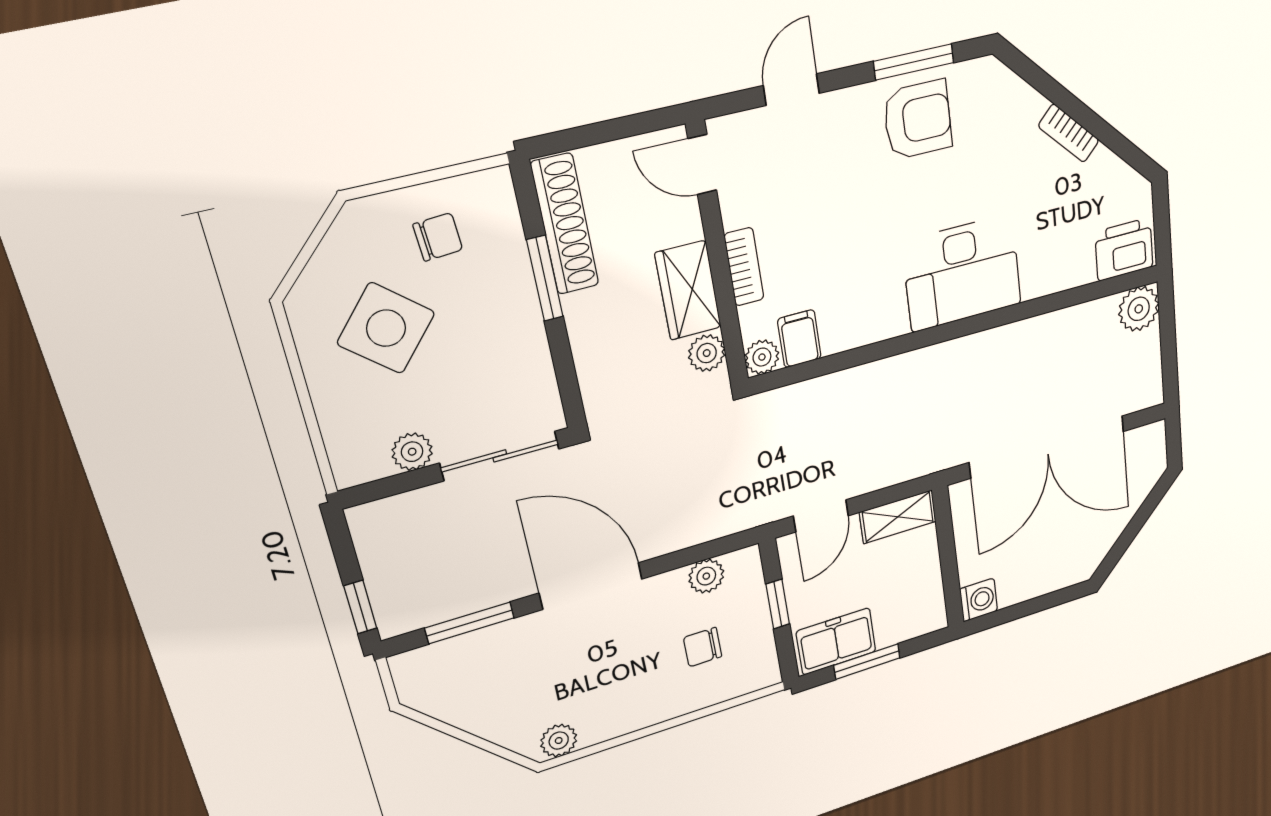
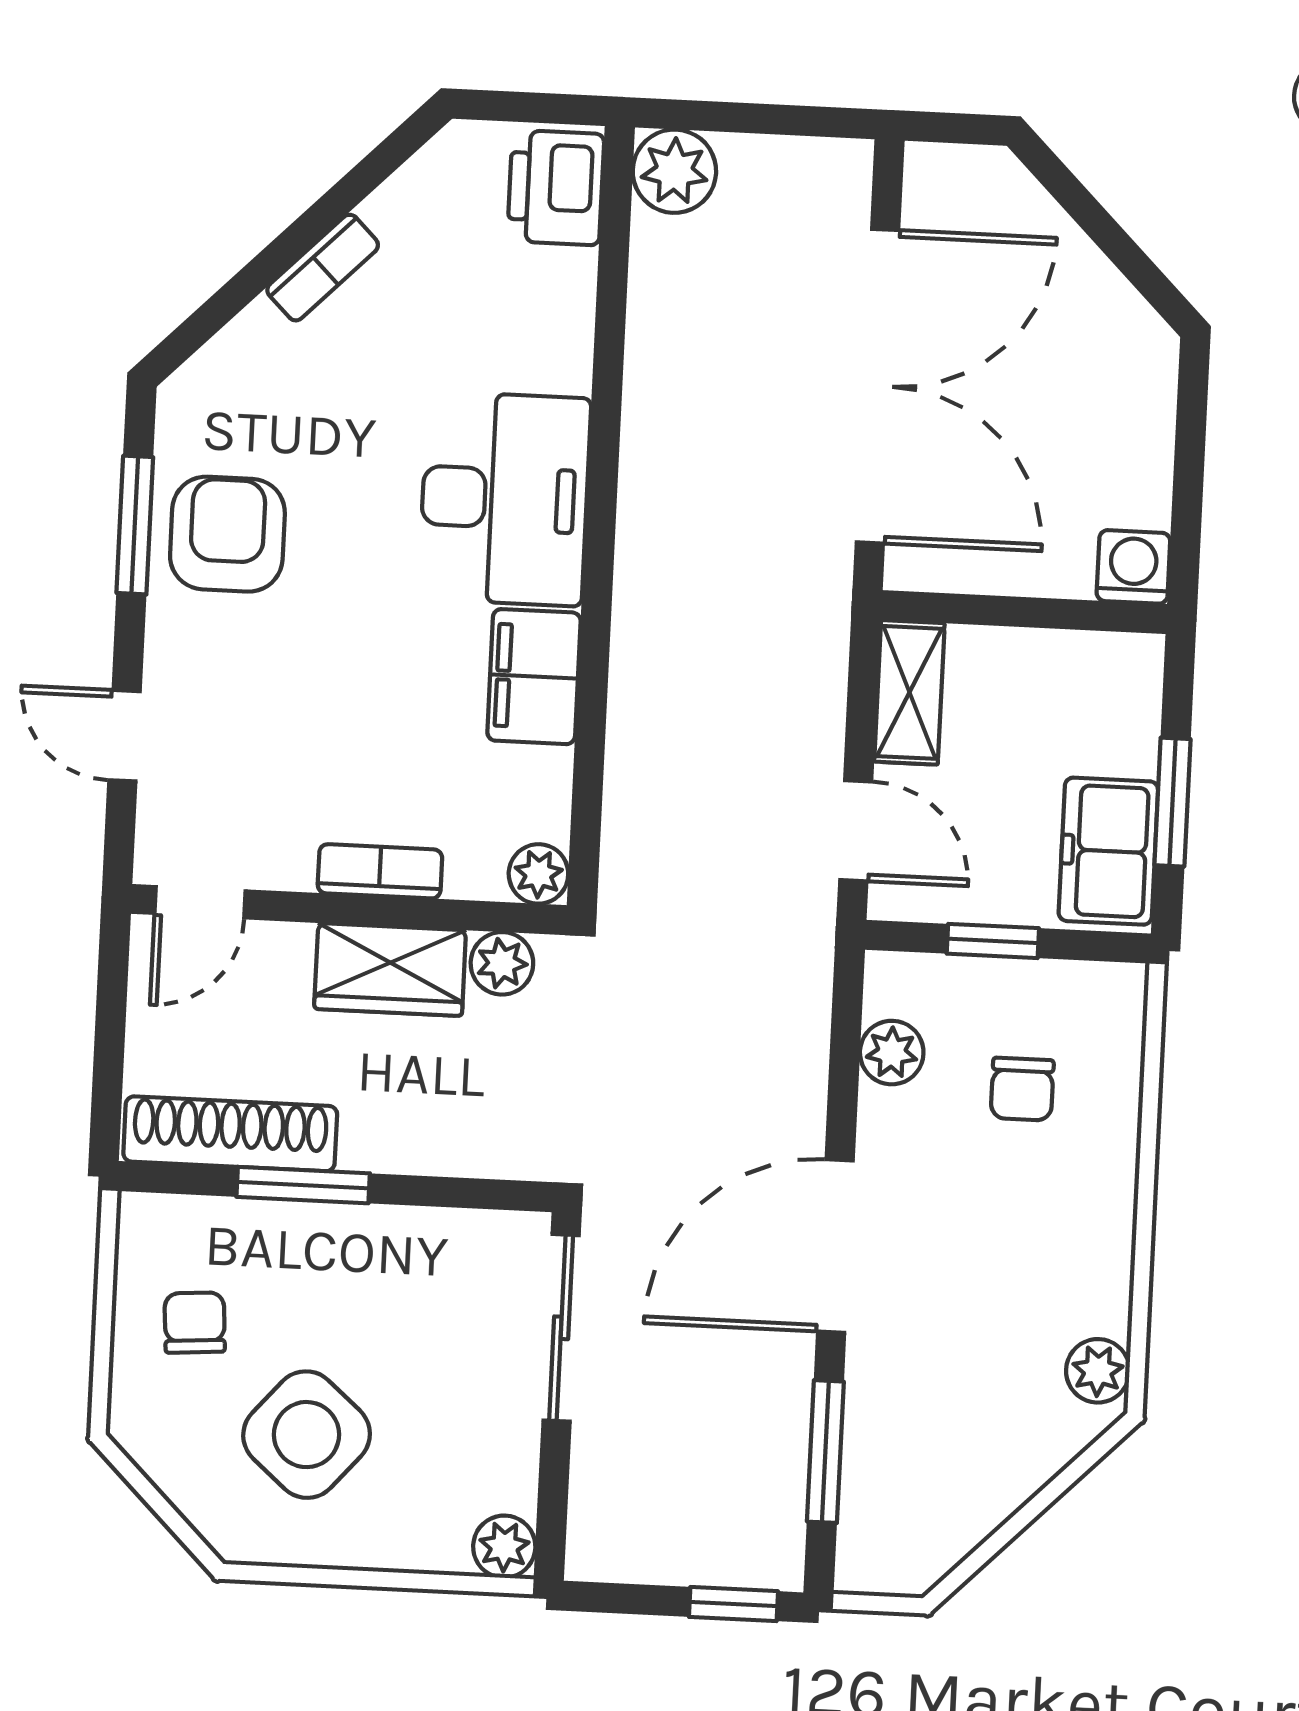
filing cabinet: (799, 339) -> (534, 677), moved, width x2.00
plant: (412, 452) -> (504, 1547), moved

